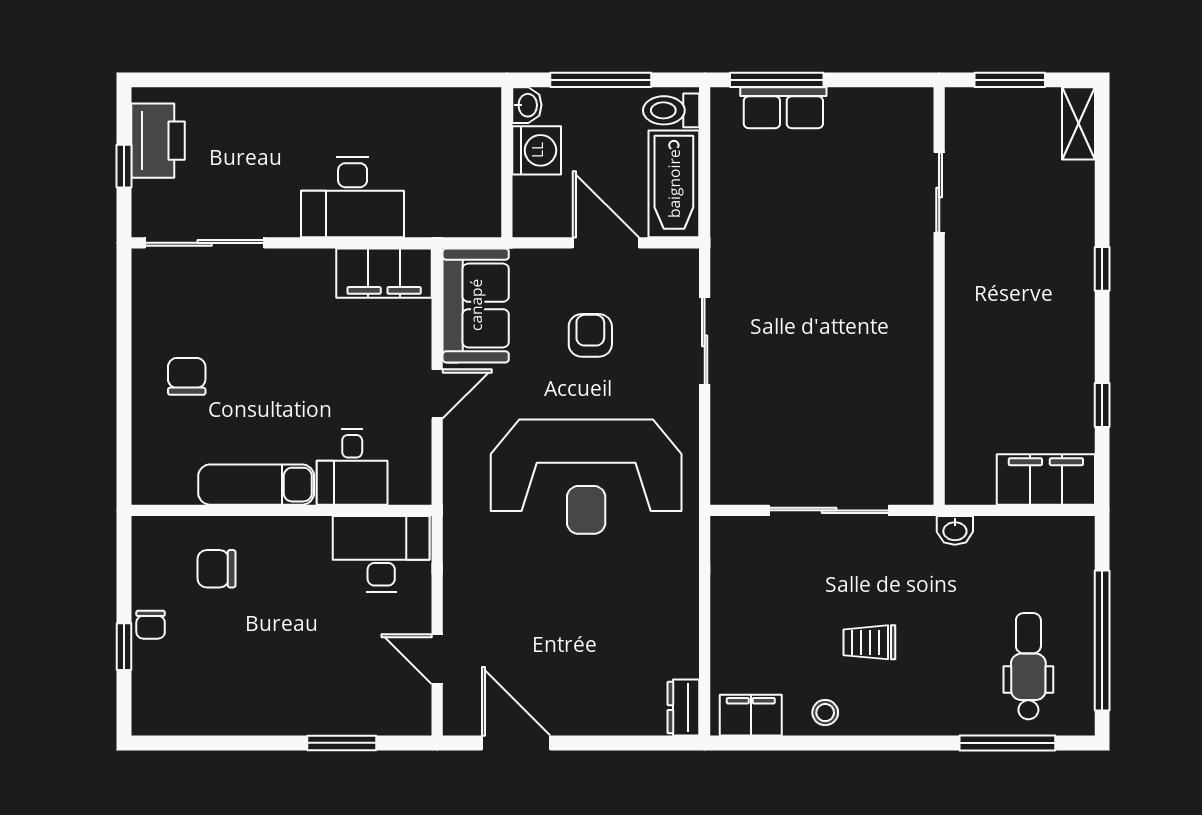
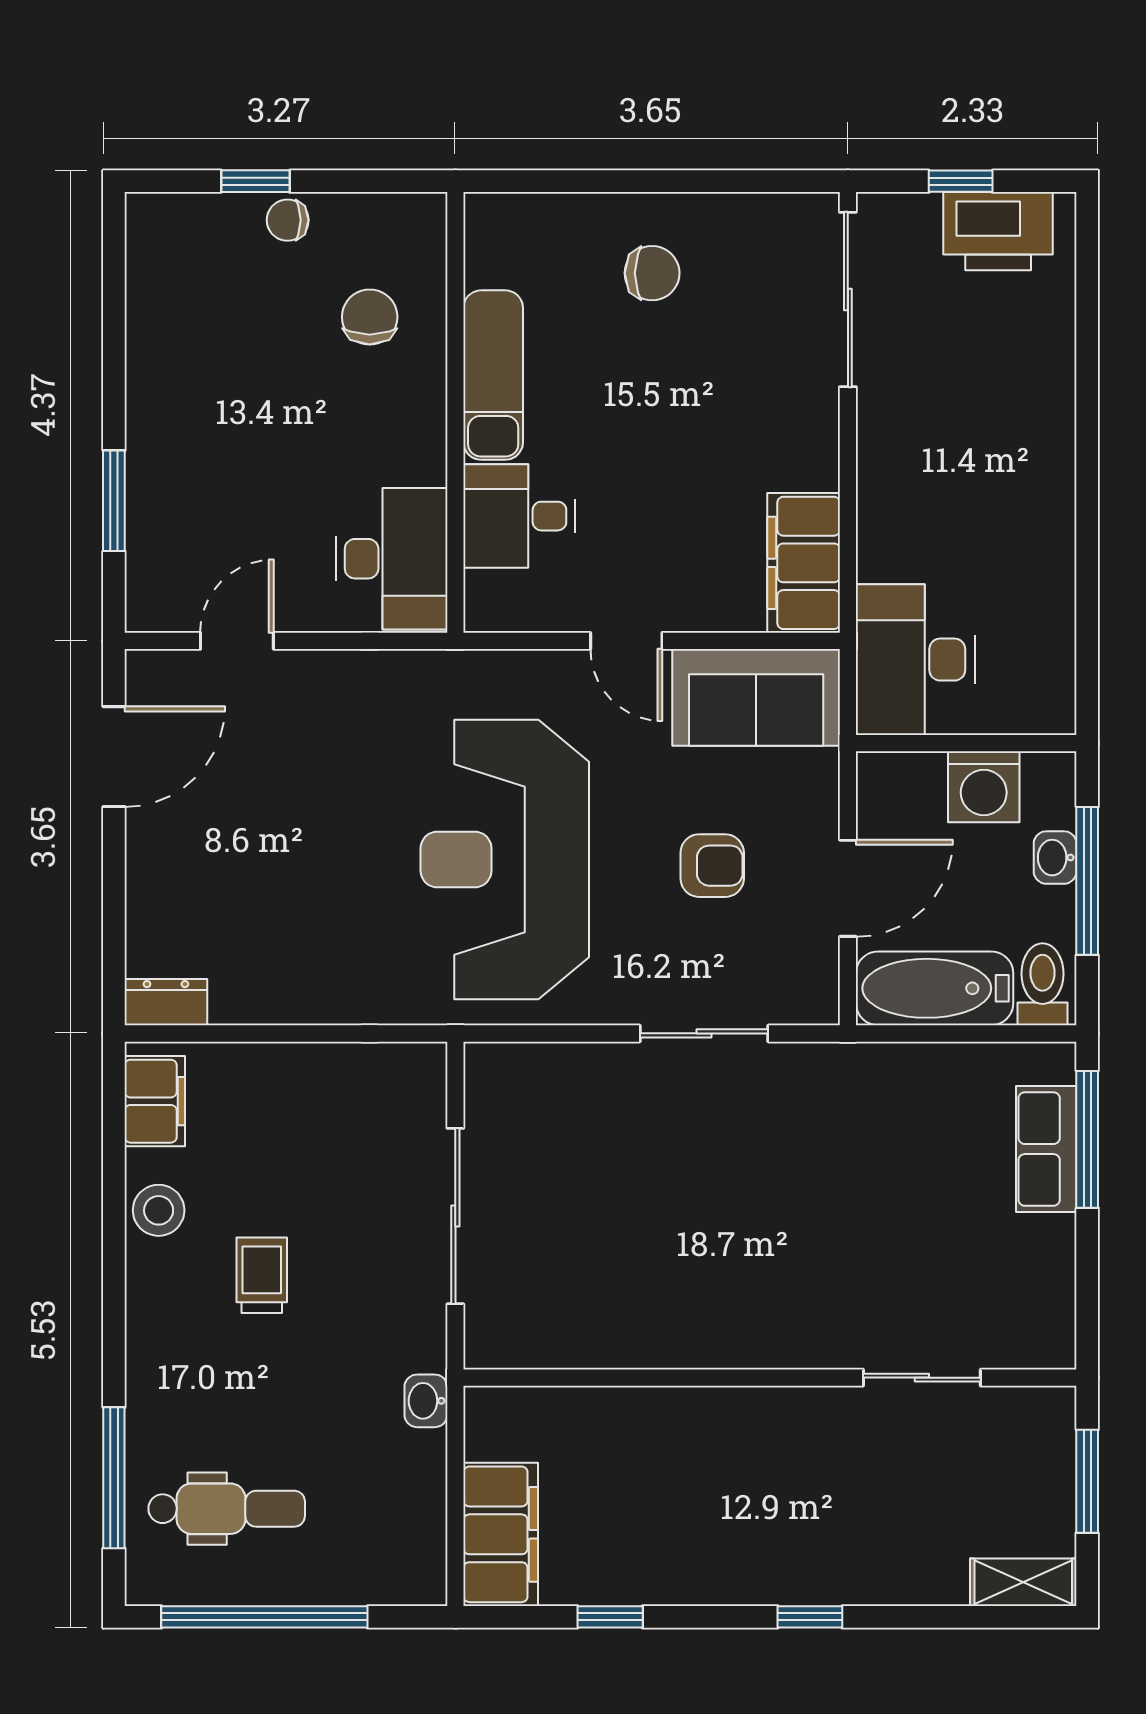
washbasin: (527, 105) -> (1055, 858), moved, turned 90
desk: (353, 197) -> (915, 660), moved
stool: (825, 713) -> (159, 1210), width x1.37, depth x1.37

